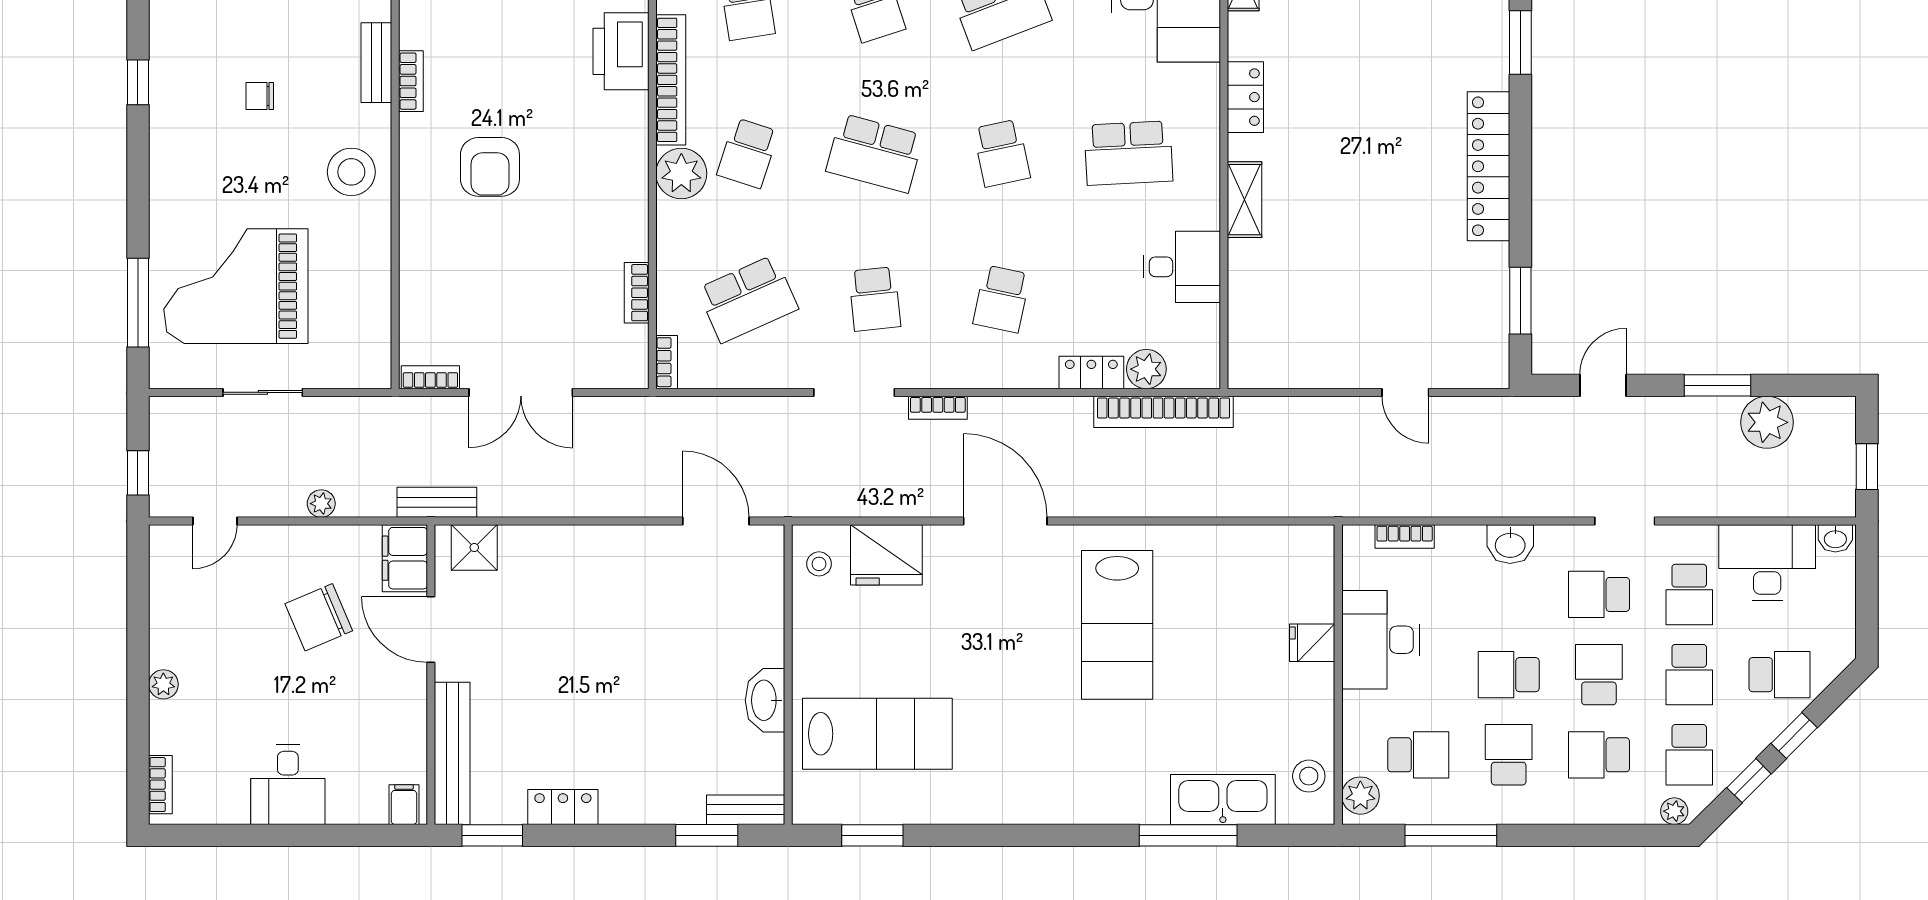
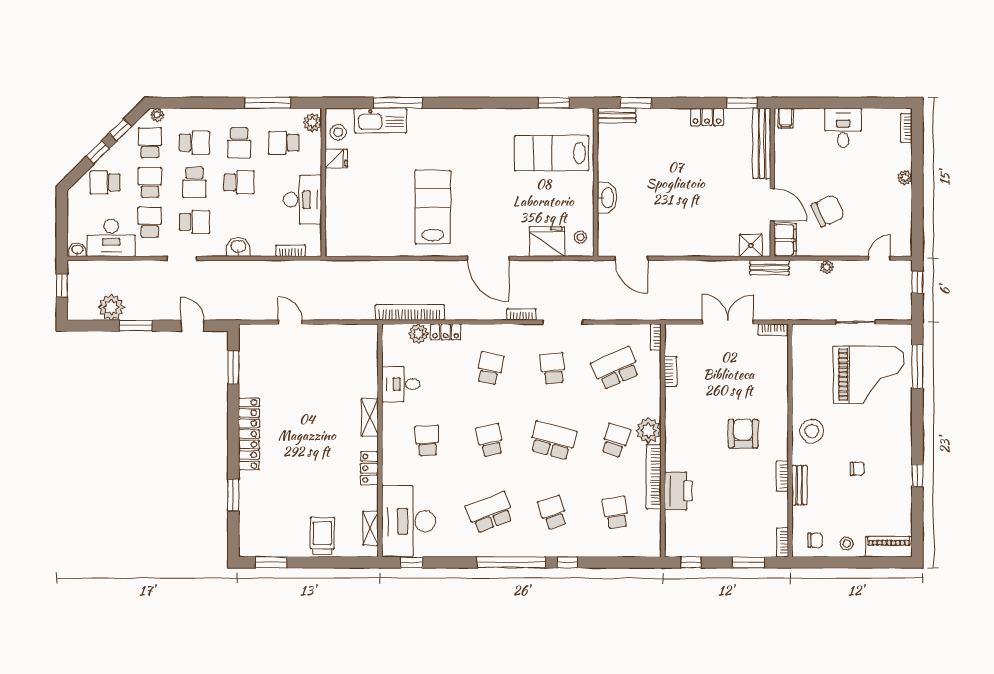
school desk: (1128, 153) -> (427, 440), width x0.54
door: (1603, 385) -> (192, 326), swing flipped
fridge: (1312, 643) -> (336, 158), moved
washbasin: (765, 700) -> (607, 198), moved

